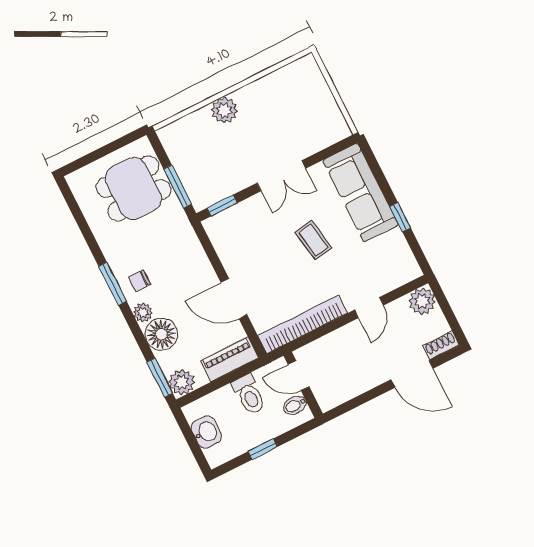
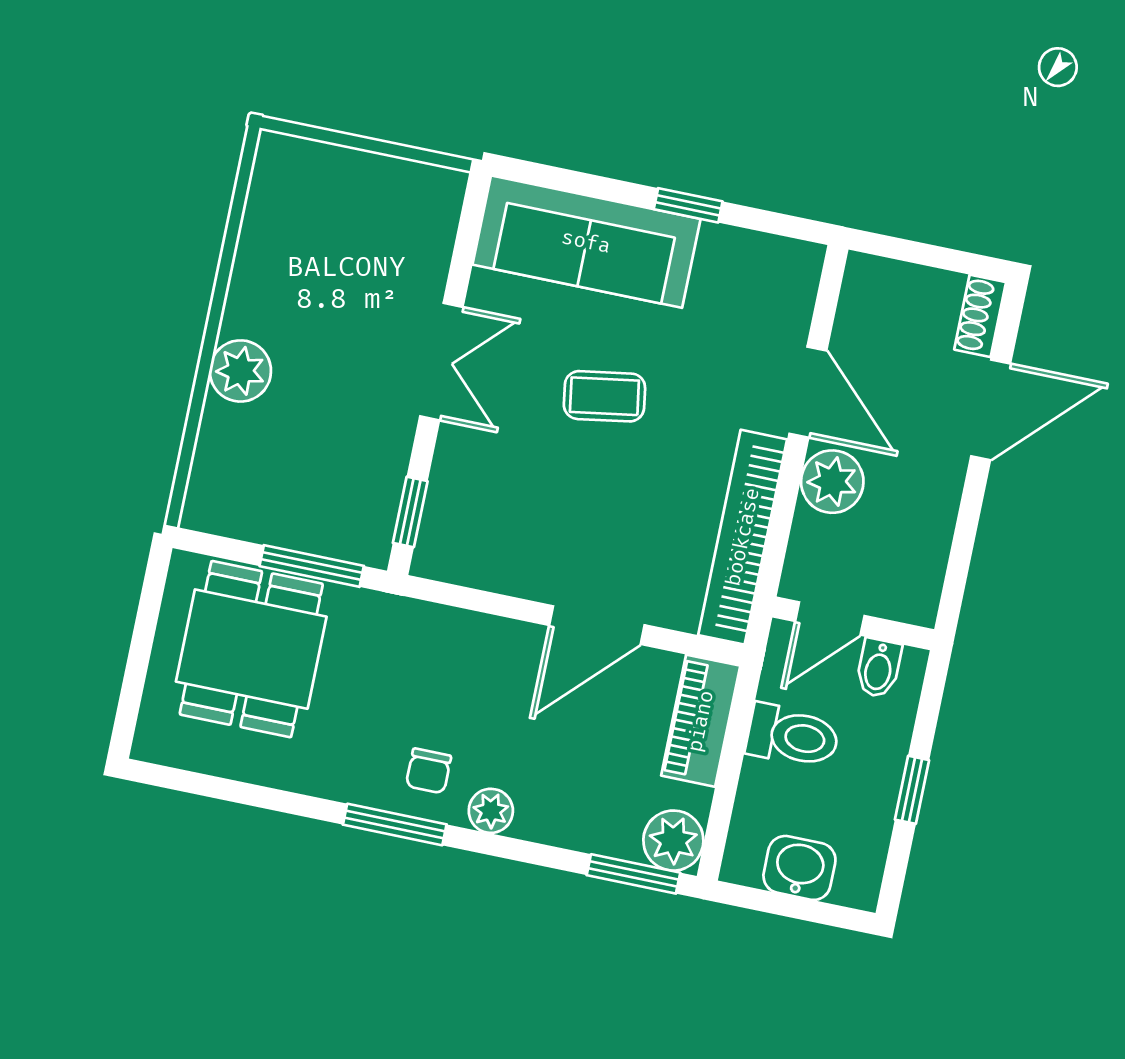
plant: (422, 301) -> (832, 482), moved
door: (369, 308) -> (808, 392), width x1.38
floor lamp: (161, 334) -> (557, 809), removed

